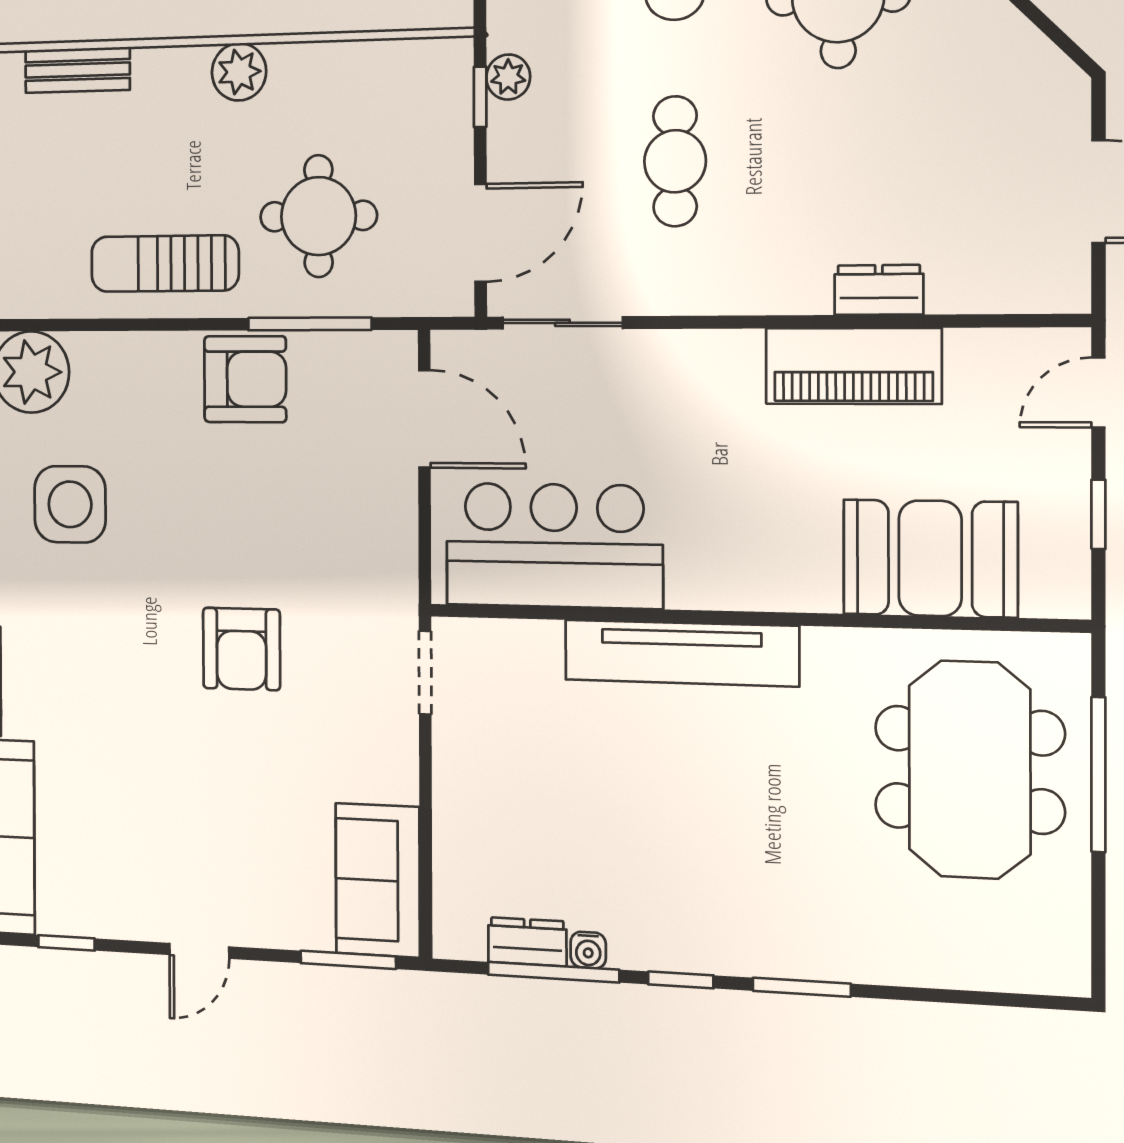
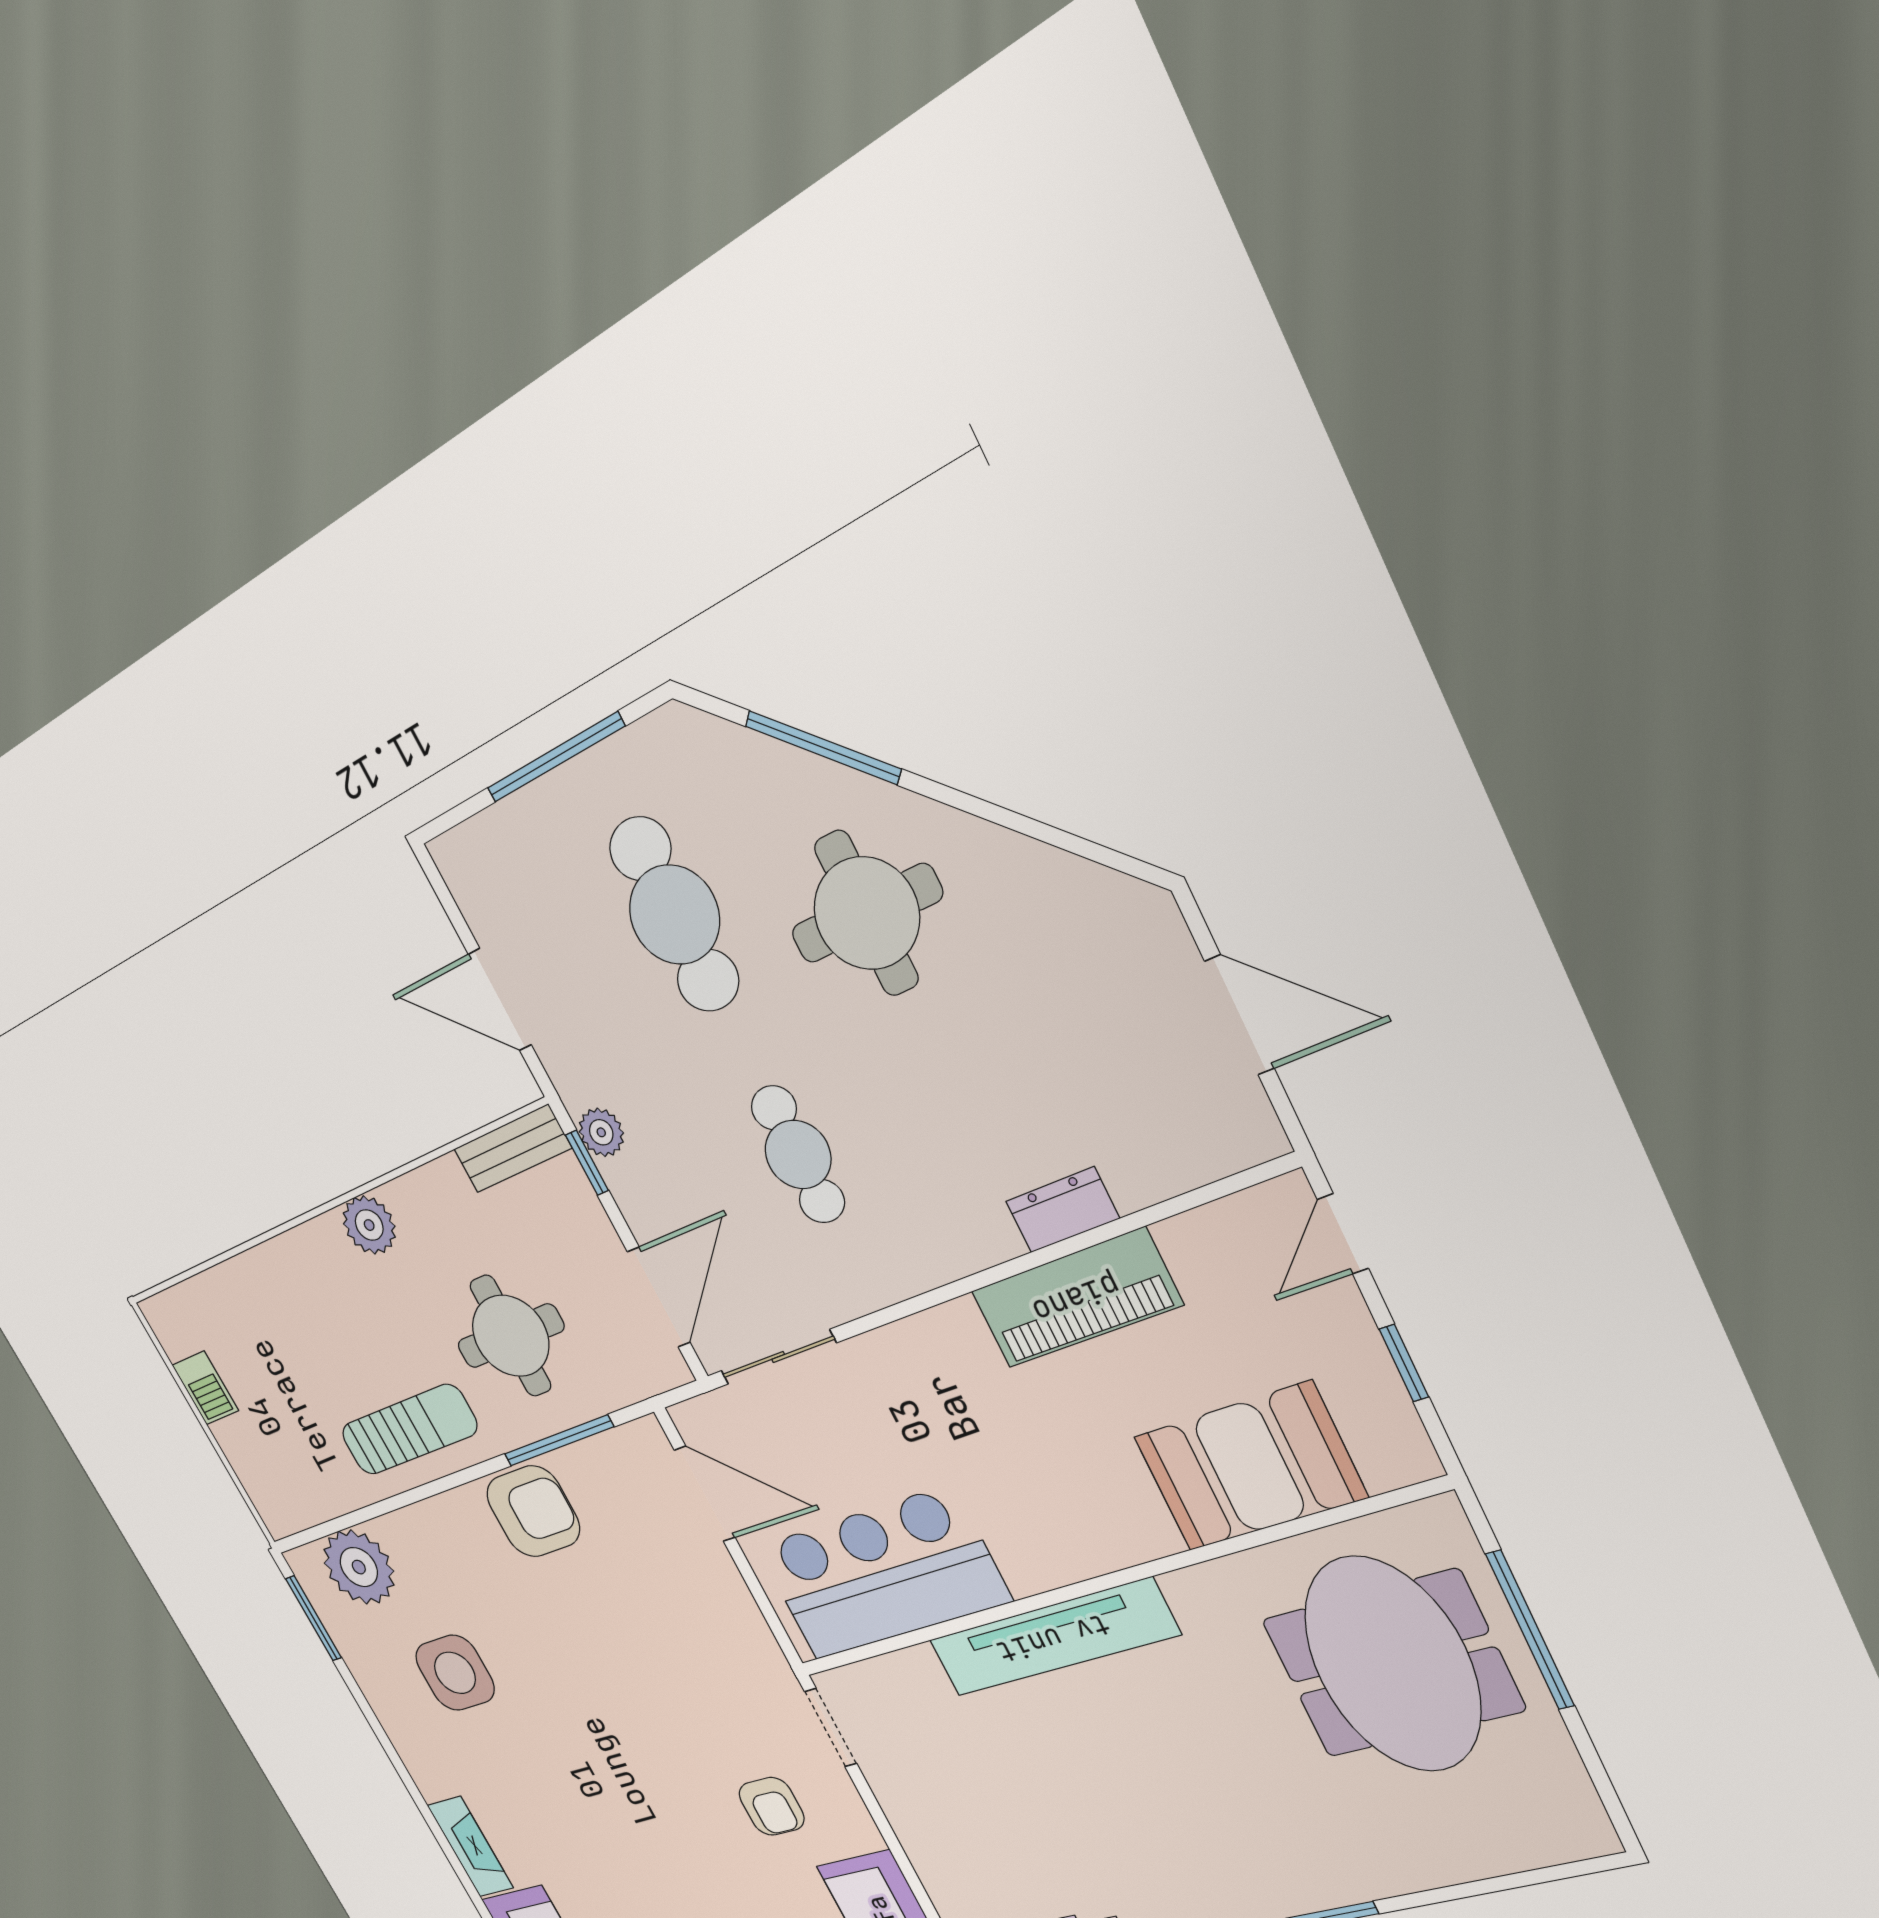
bench: (77, 70) -> (512, 1149), moved
sun lounger: (165, 264) -> (409, 1430), turned 180
armchair: (241, 649) -> (772, 1806), moved, width x0.72, depth x0.72

